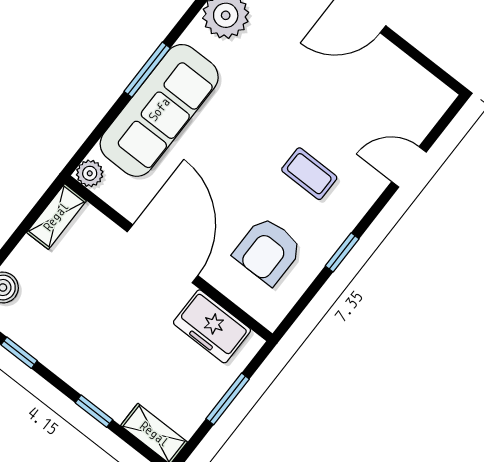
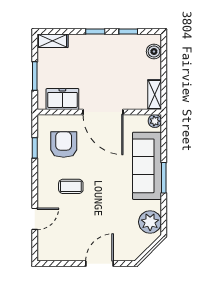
window: (342, 252) -> (35, 148), moved
window: (94, 411) -> (95, 31), moved

